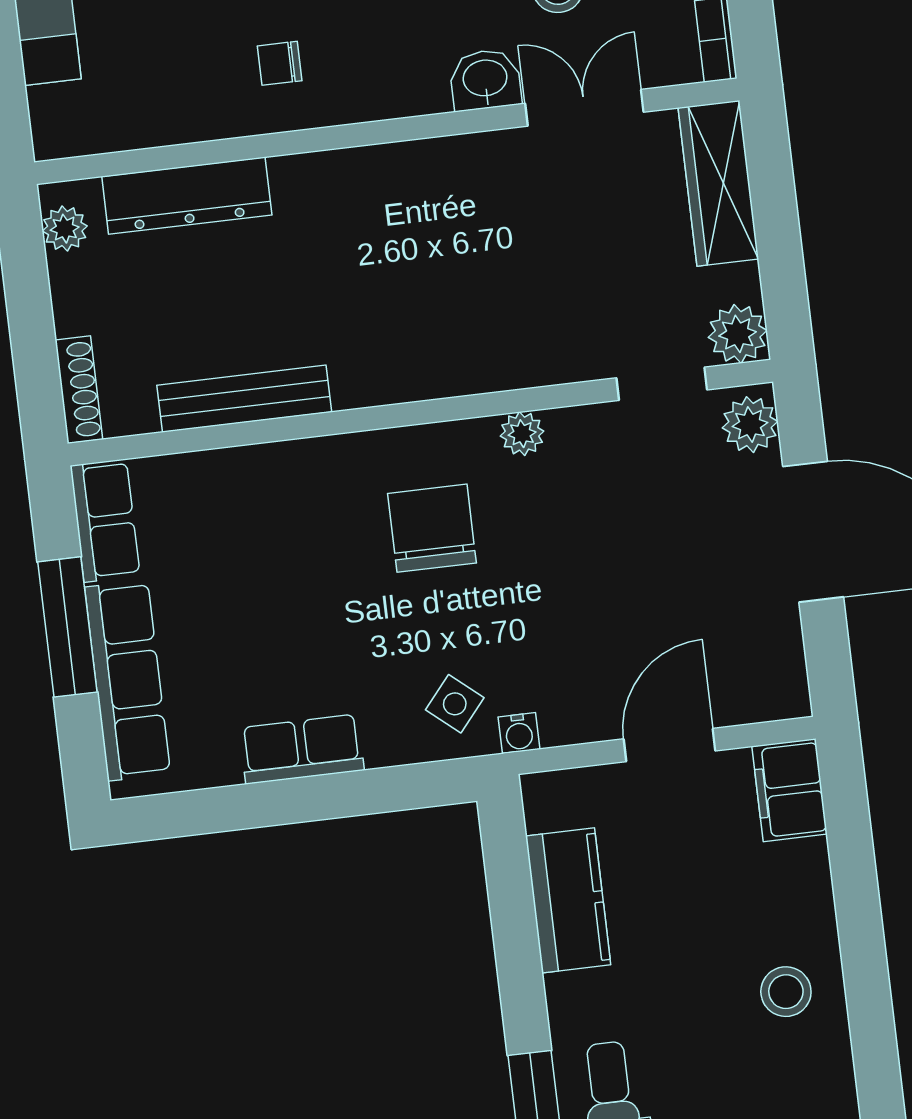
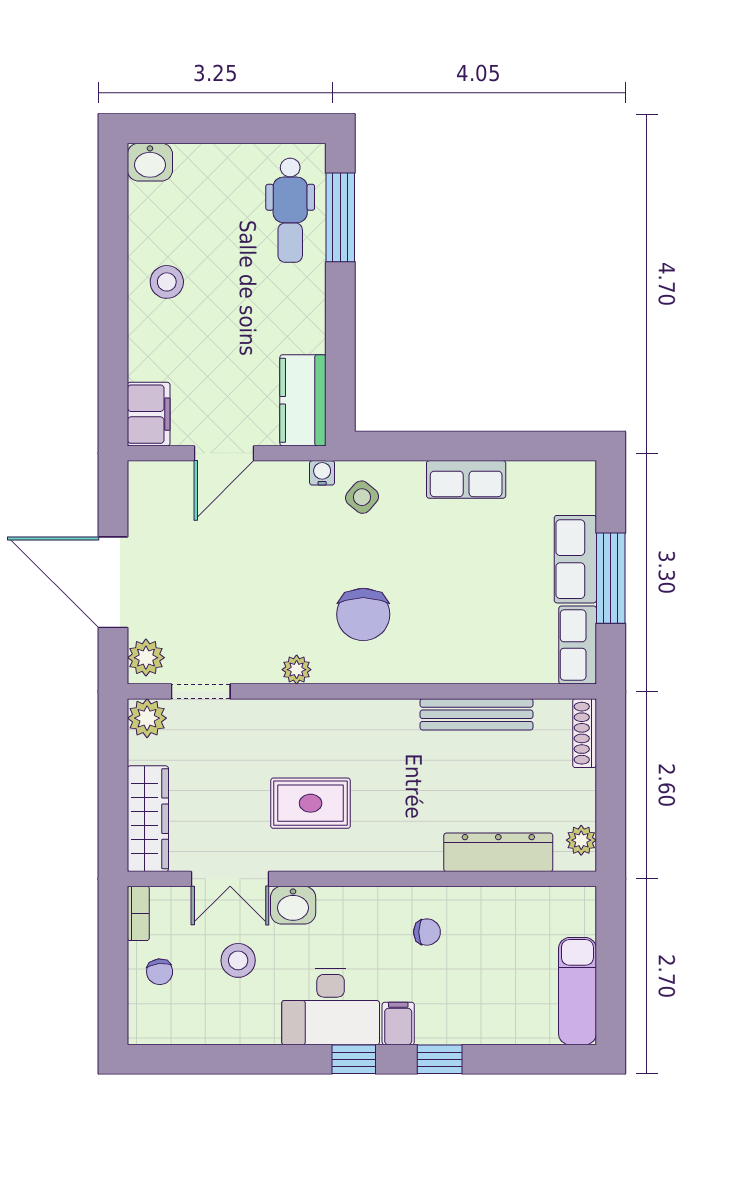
rug: (477, 236) -> (311, 803), added
row of seats: (128, 680) -> (575, 559), width x0.68
kitchen counter: (568, 900) -> (303, 400), moved

